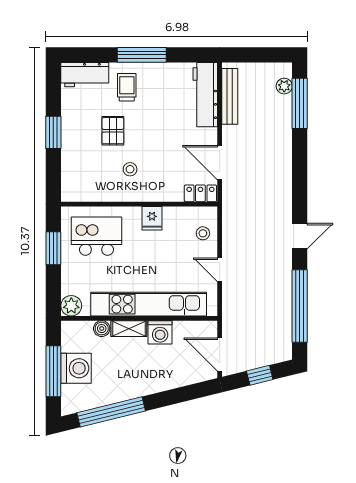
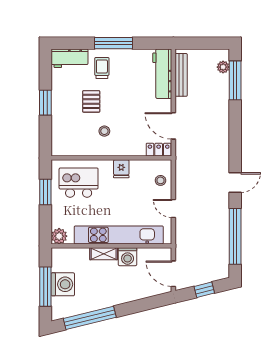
boiler: (102, 329) -> (83, 254), removed

